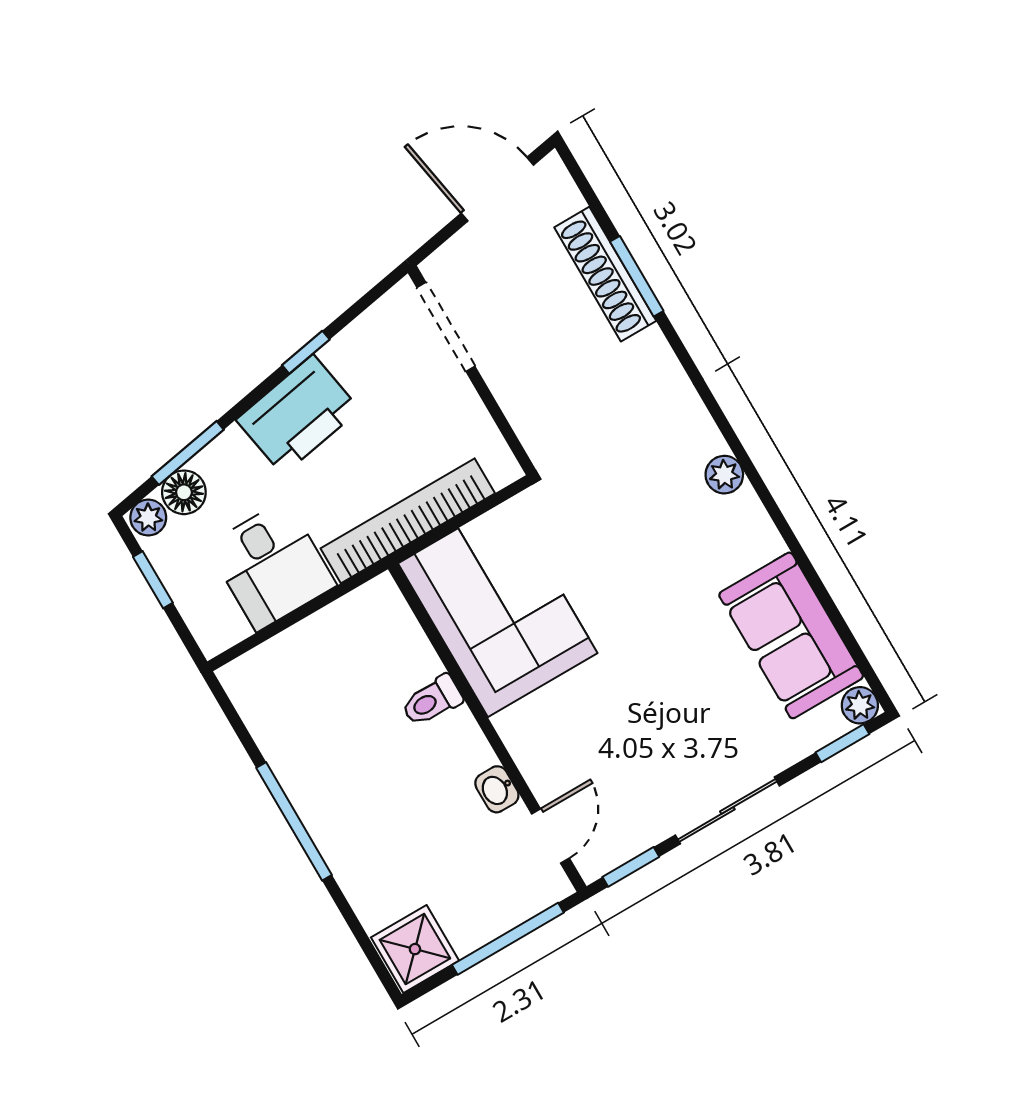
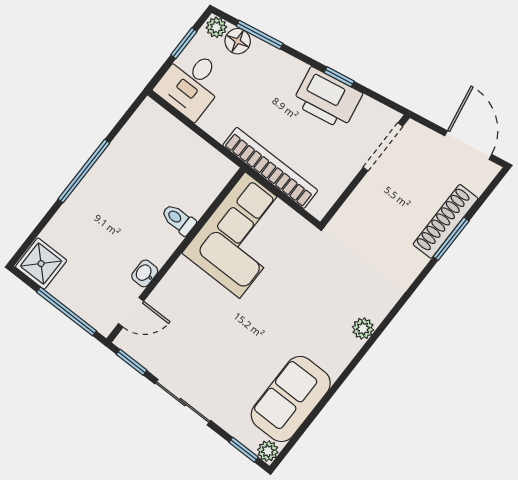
printer: (298, 415) -> (327, 98), moved
desk: (271, 565) -> (191, 84), moved

